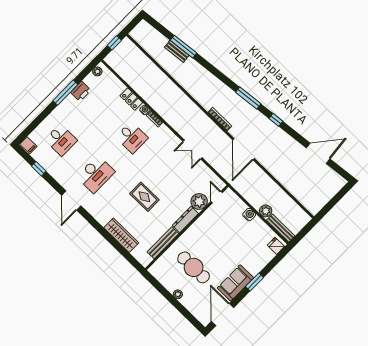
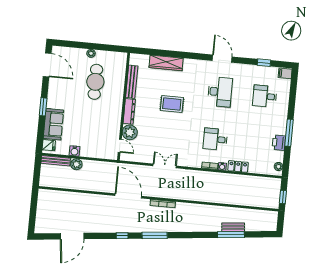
desk: (96, 174) -> (220, 92), turned 180
water cooler: (249, 215) -> (75, 151), moved
cafe table: (194, 267) -> (95, 82), turned 90
sofa: (235, 283) -> (53, 124), moved

